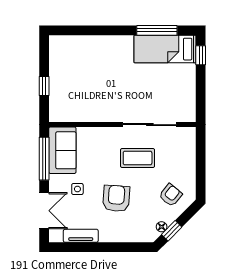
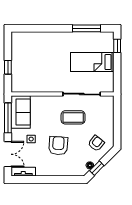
bed: (165, 49) -> (92, 62), moved
tv unit: (81, 236) -> (23, 172), moved

